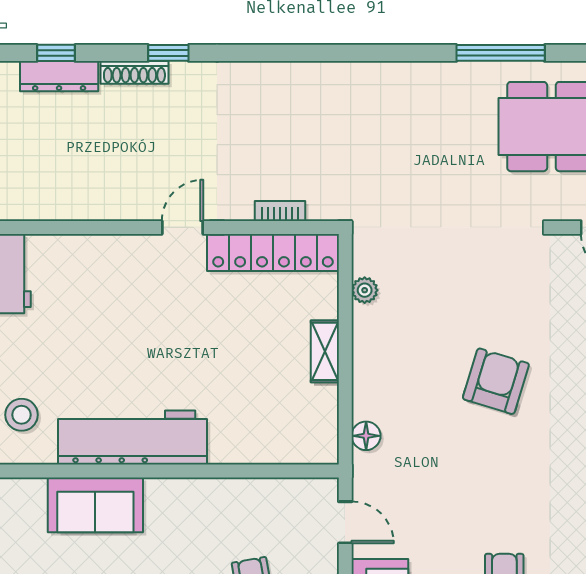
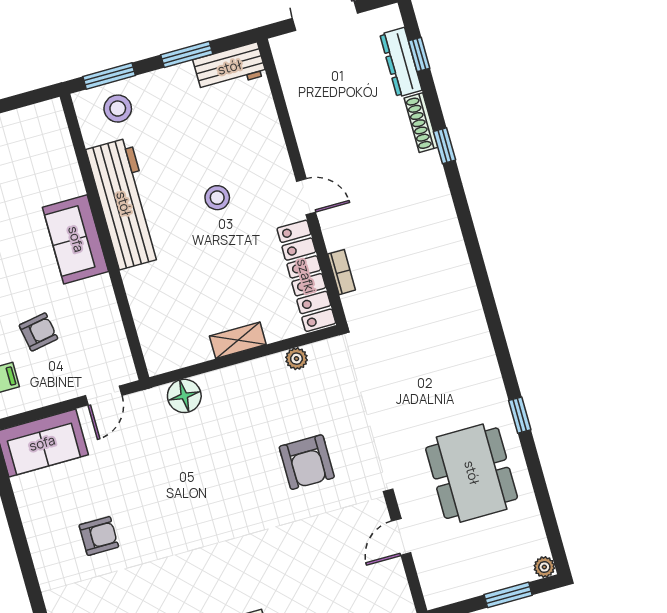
window: (501, 53) -> (520, 415), width x0.46
stool: (155, 329) -> (217, 198), added
armchair: (496, 381) -> (307, 462), moved, turned 73
floor lamp: (366, 436) -> (184, 396), width x1.38, depth x1.38
sofa: (95, 505) -> (76, 239), moved

